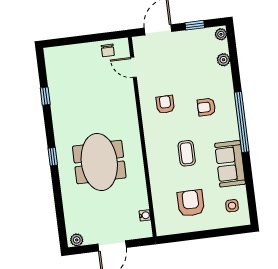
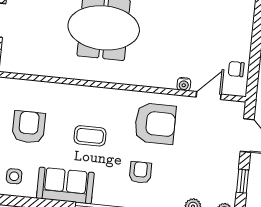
armchair: (165, 104) -> (155, 123), width x1.88, depth x1.88
armchair: (191, 203) -> (29, 127), turned -90
water cooler: (145, 215) -> (184, 84), moved

